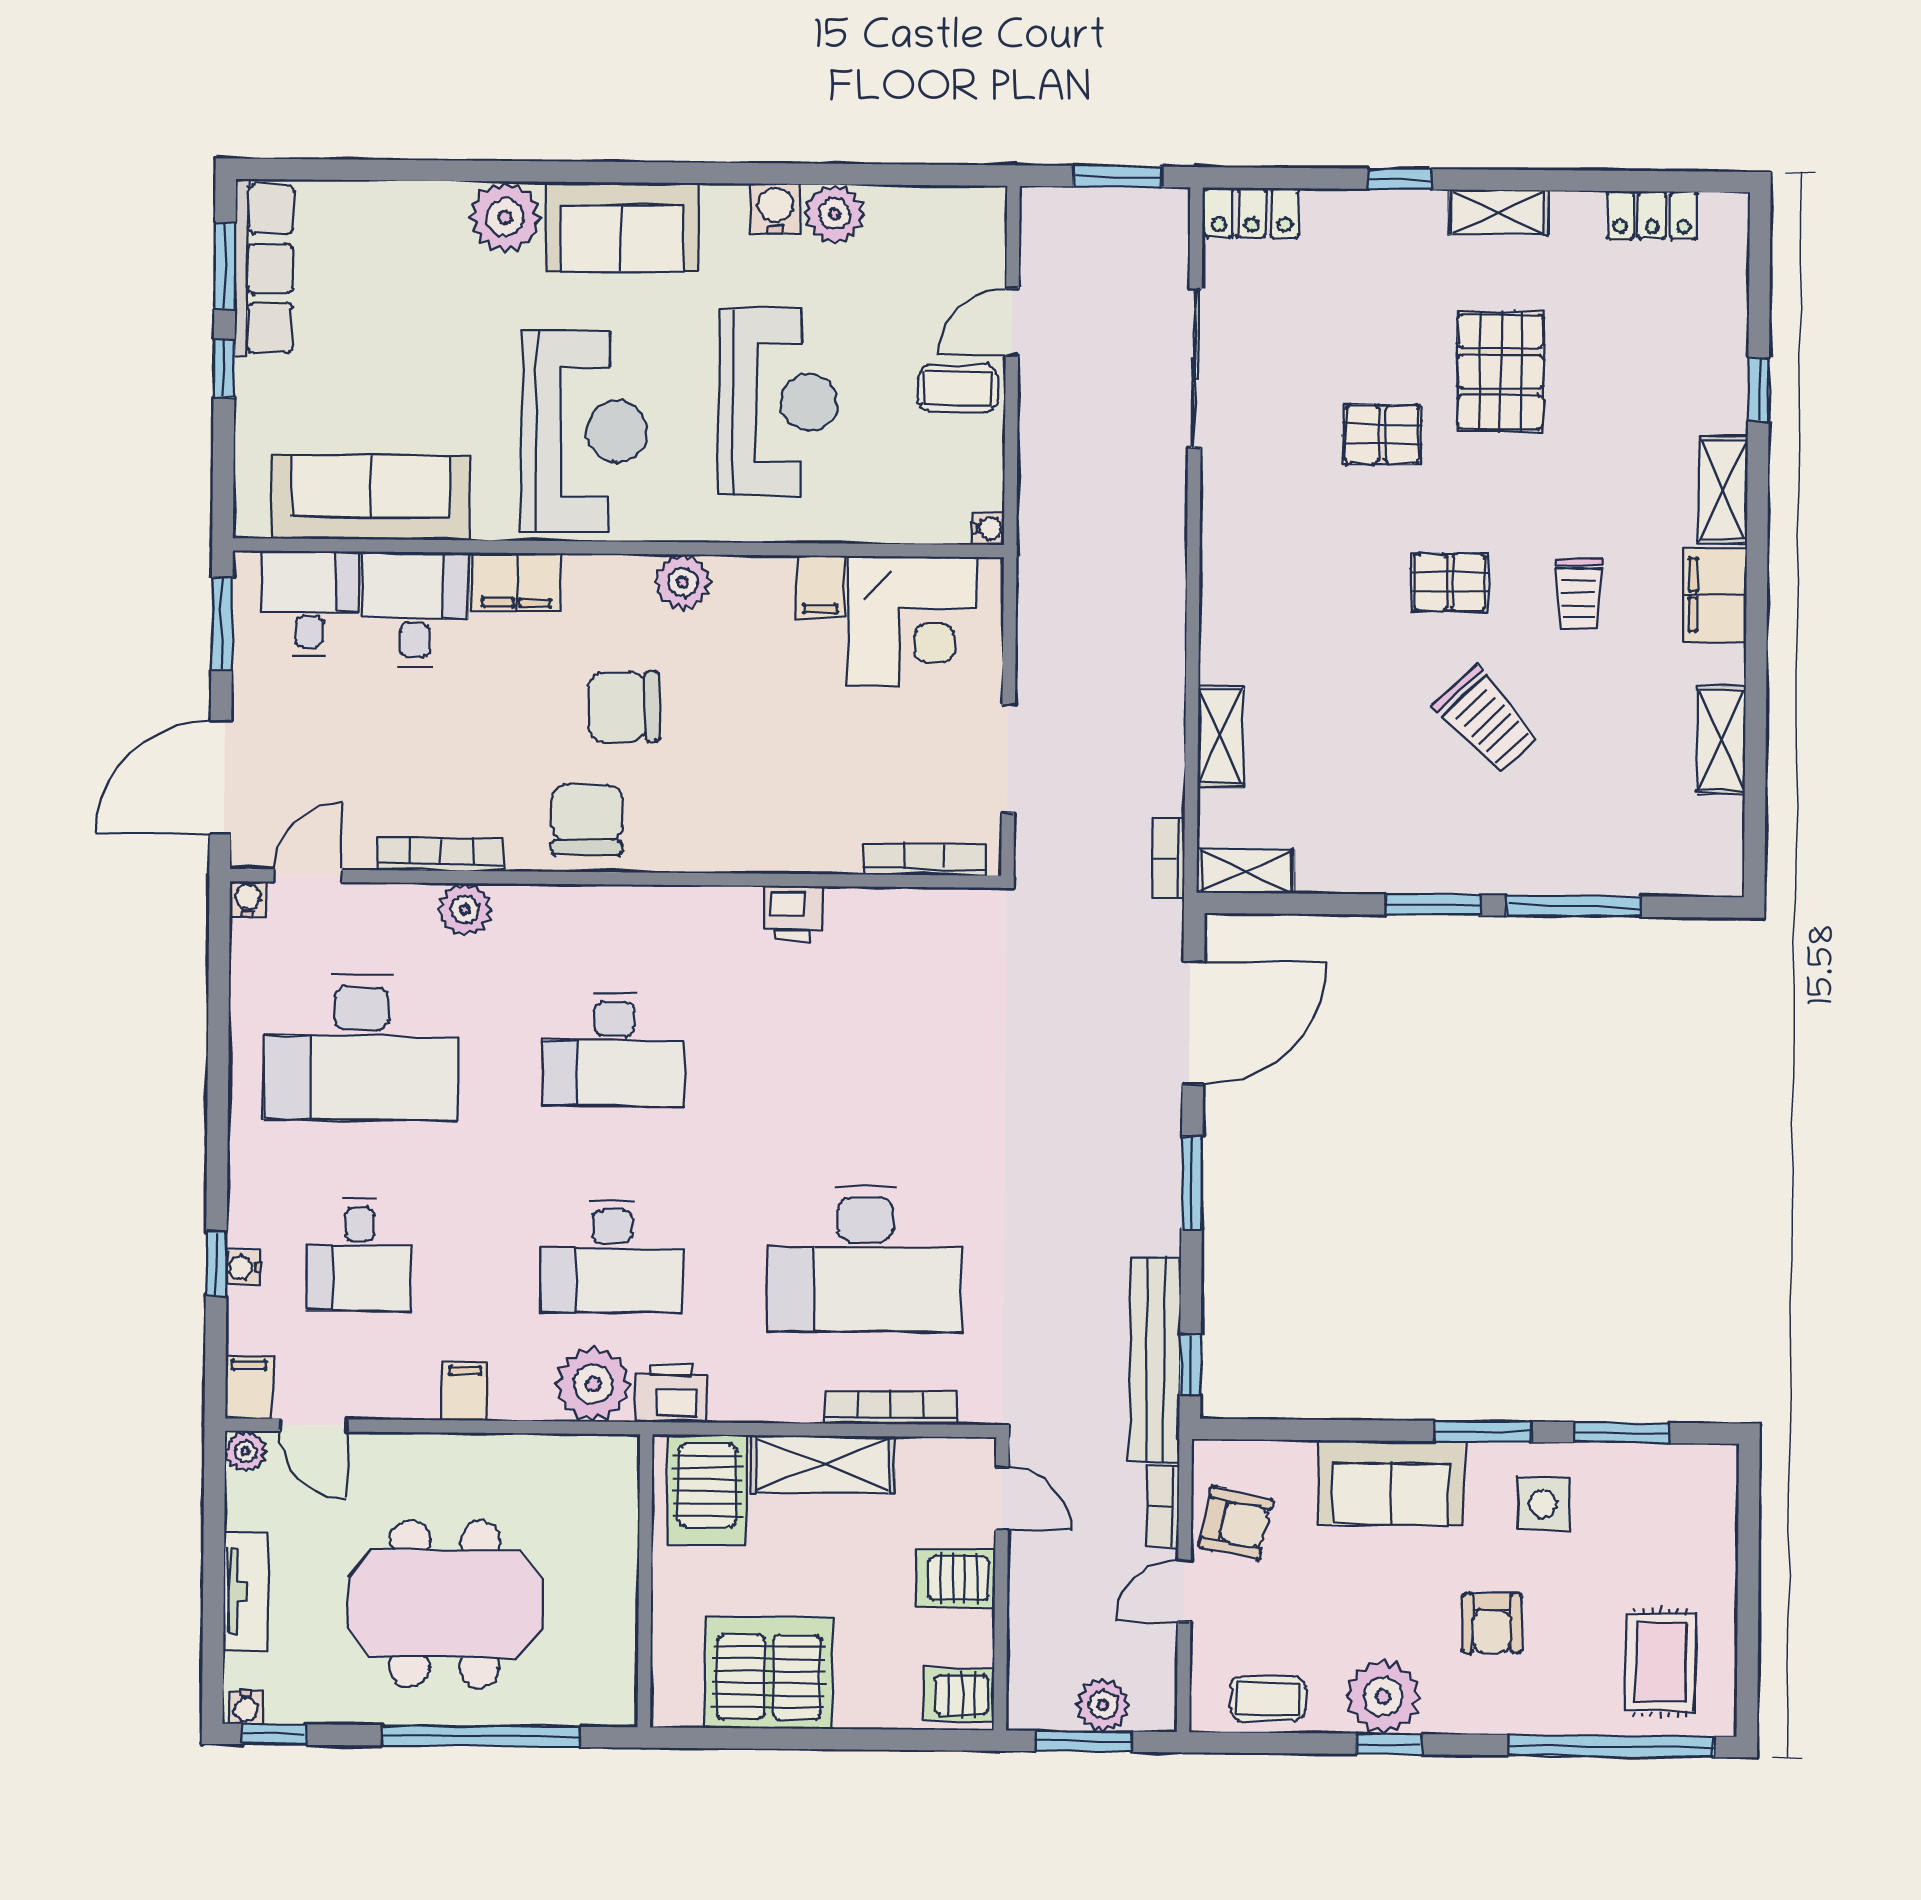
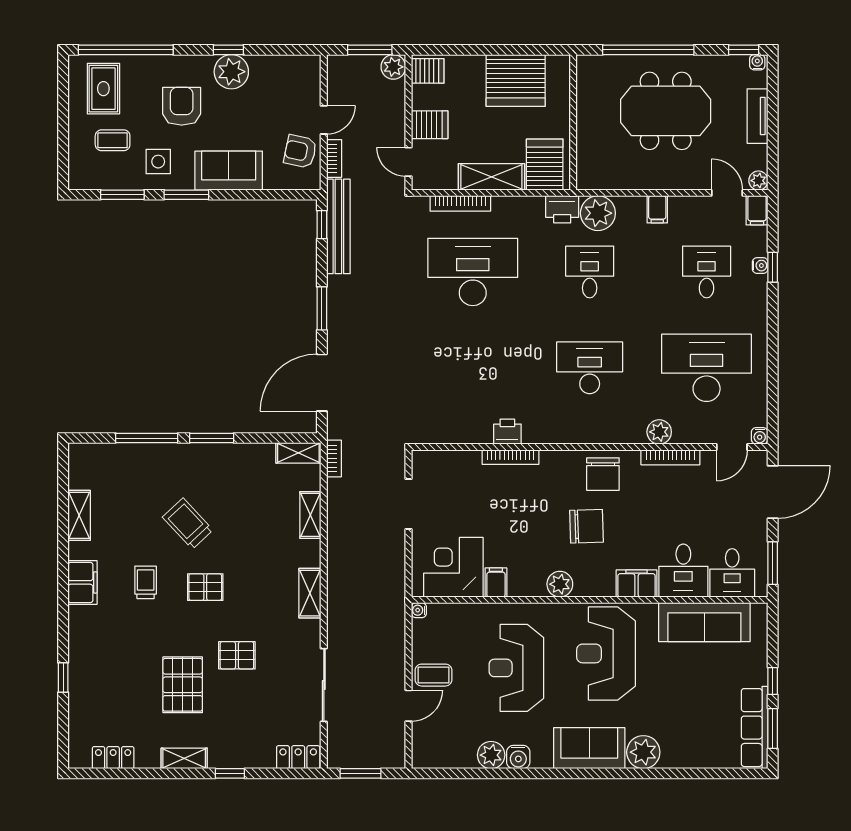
shelving: (1723, 490) -> (310, 593), moved
bookcase: (925, 859) -> (510, 457), moved
desk: (612, 1257) -> (590, 272), width x0.73
armchair: (1492, 1623) -> (182, 106), width x1.38, depth x1.38
coffee table: (1268, 1699) -> (113, 140), moved
plant: (1103, 1705) -> (393, 67), moved

